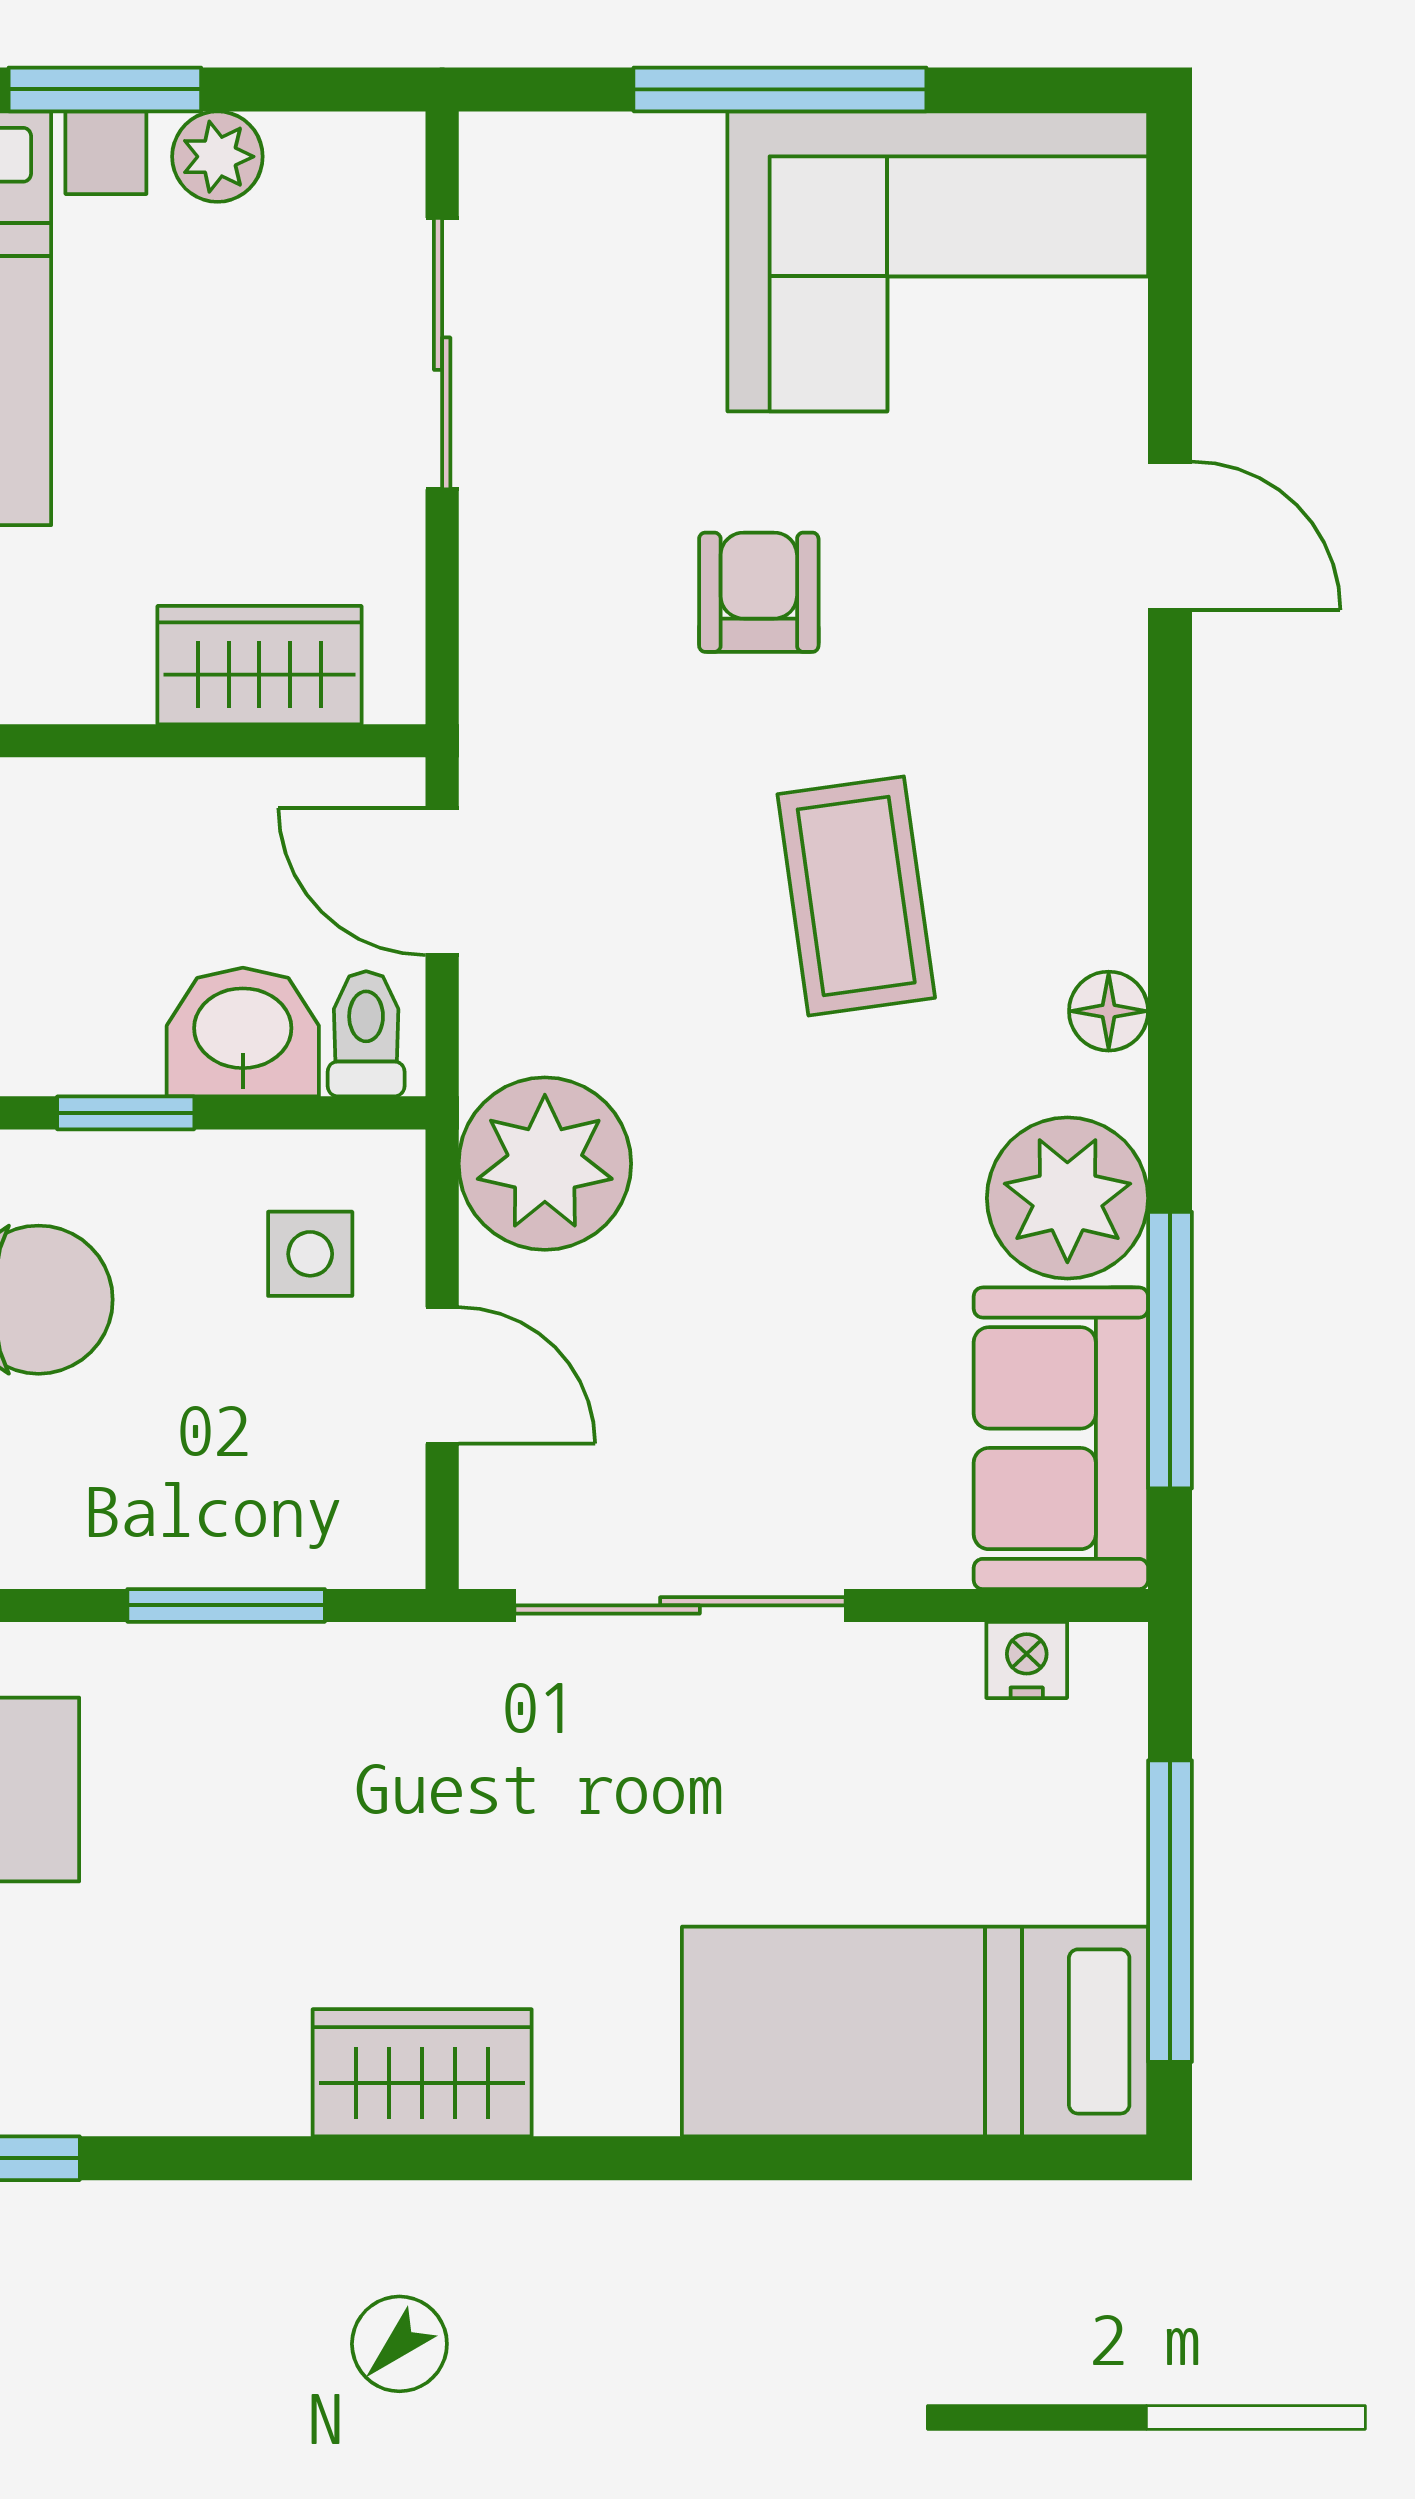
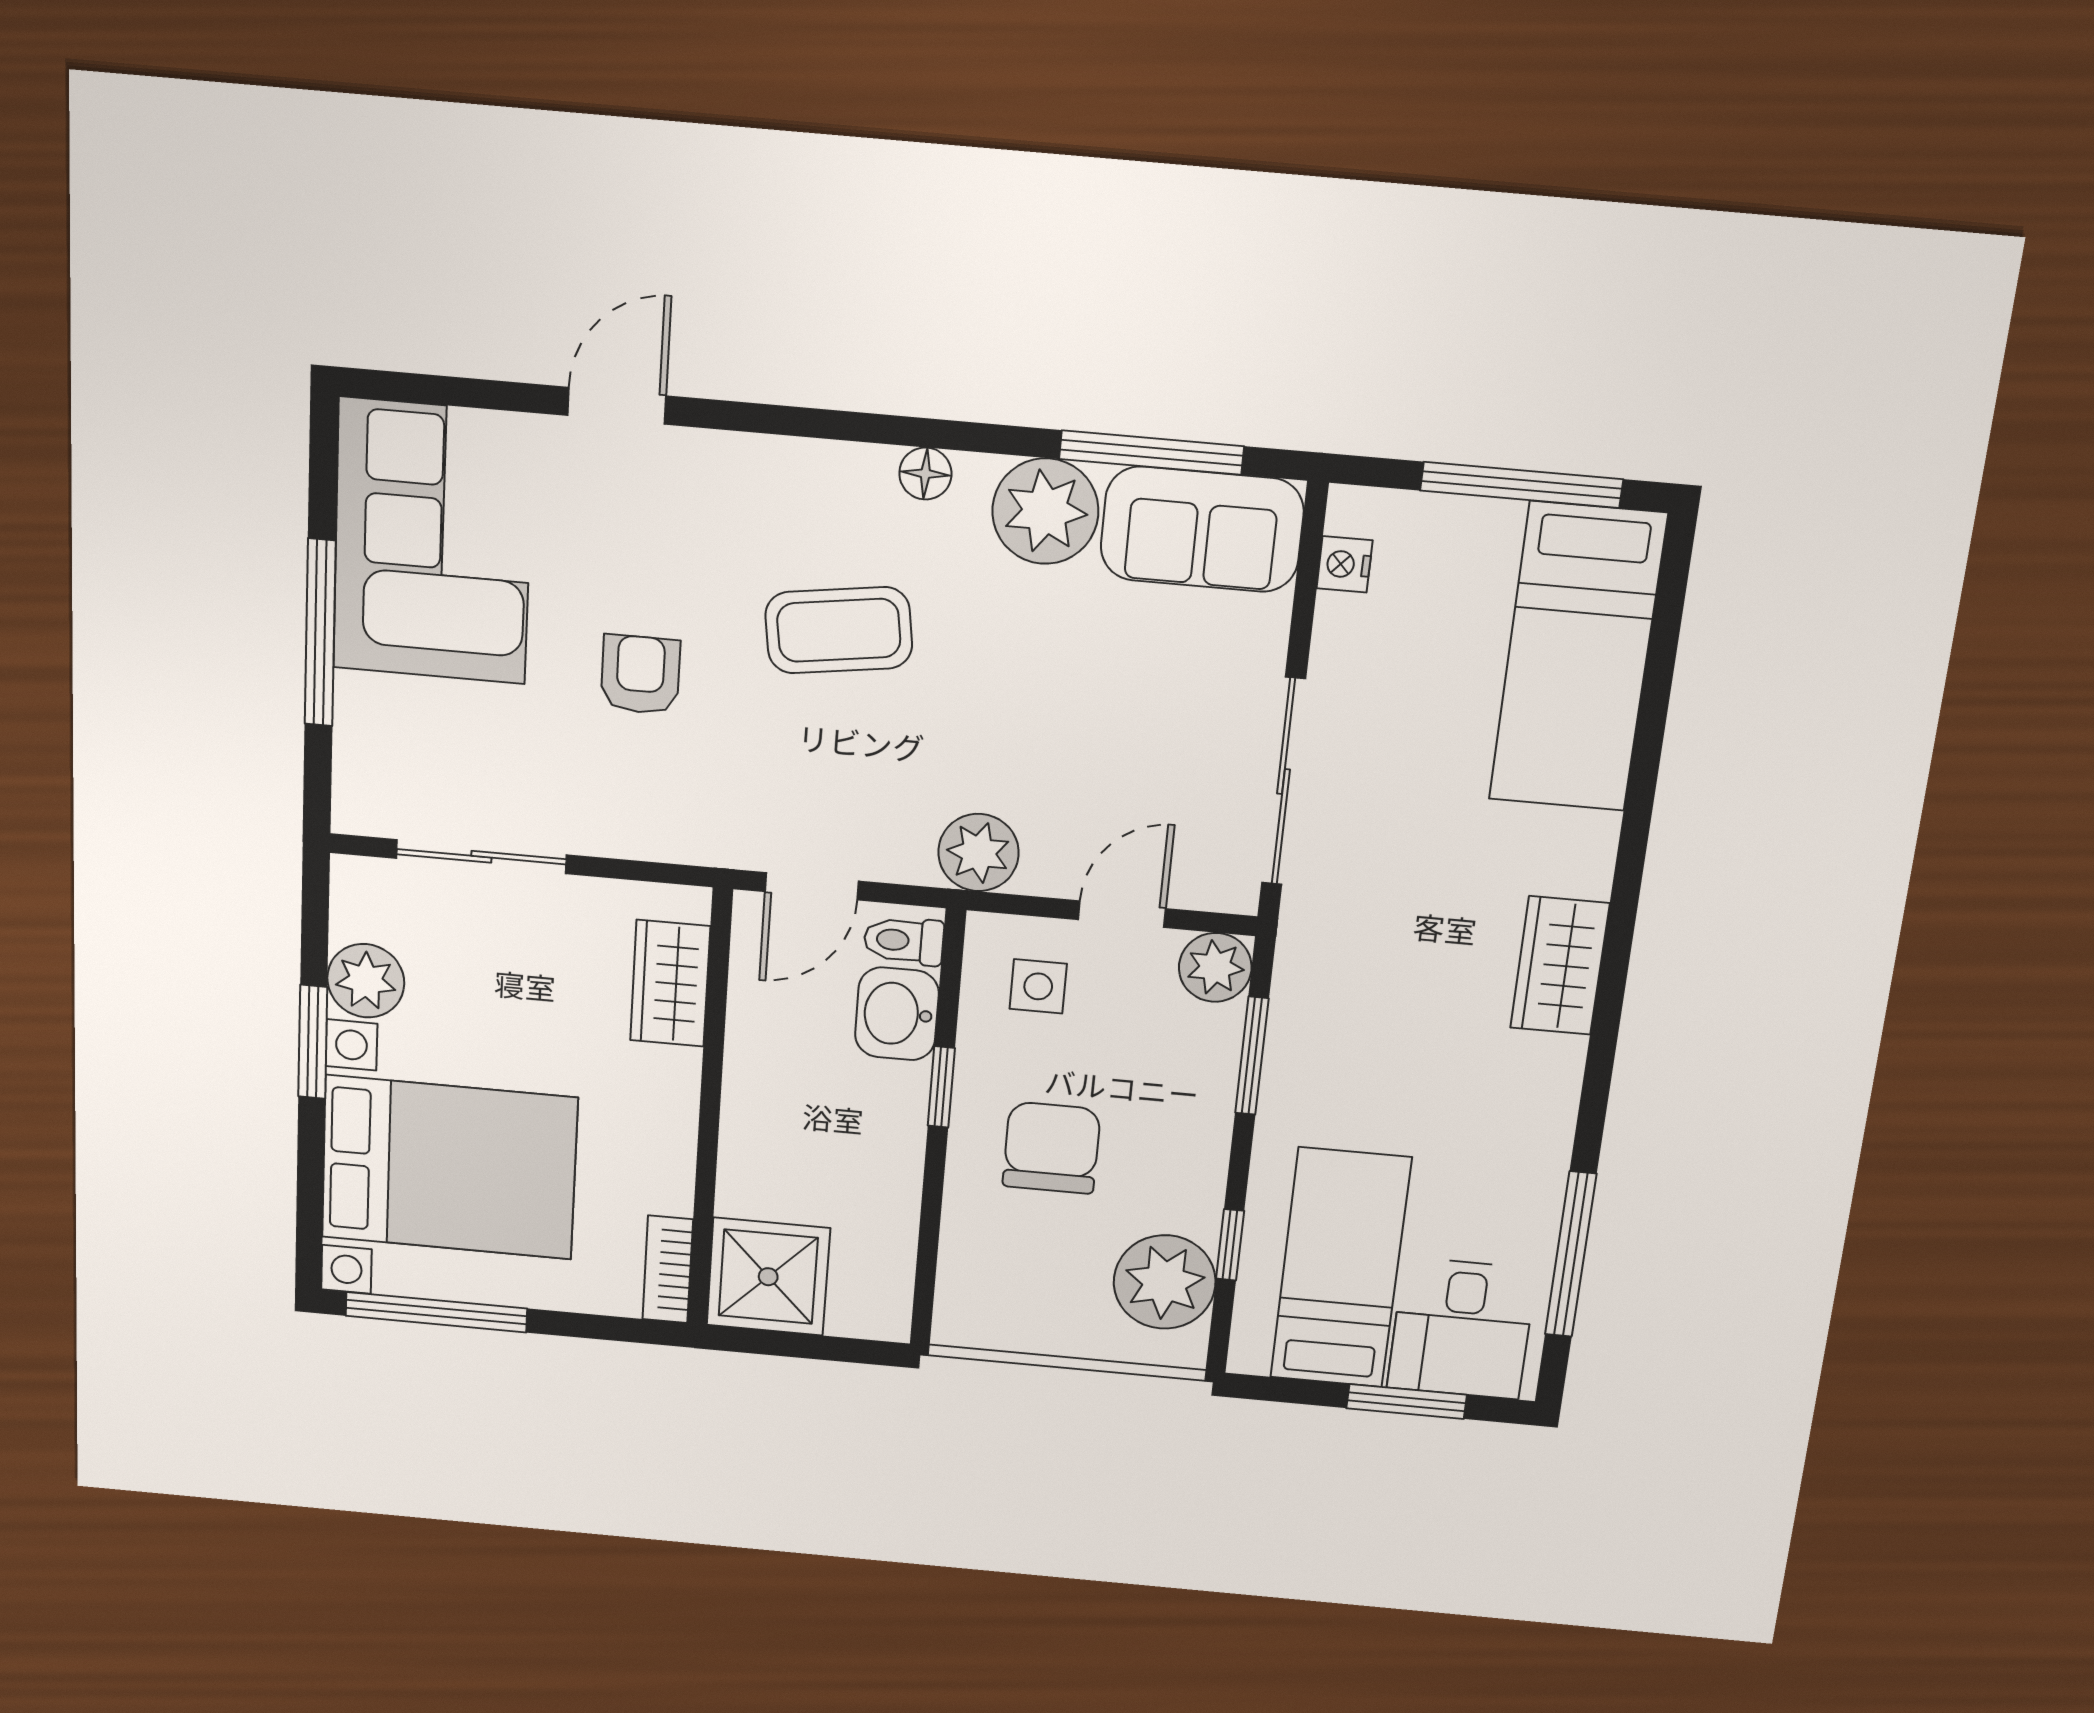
plant: (217, 157) -> (366, 981), width x1.38, depth x1.38
armchair: (759, 592) -> (640, 675), turned 90
plant: (545, 1164) -> (978, 853), width x0.73, depth x0.73
plant: (368, 1532) -> (1215, 967), added

